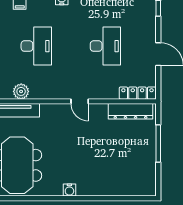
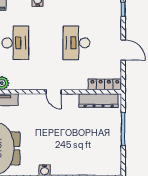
desk: (105, 46) -> (76, 43), turned 180

